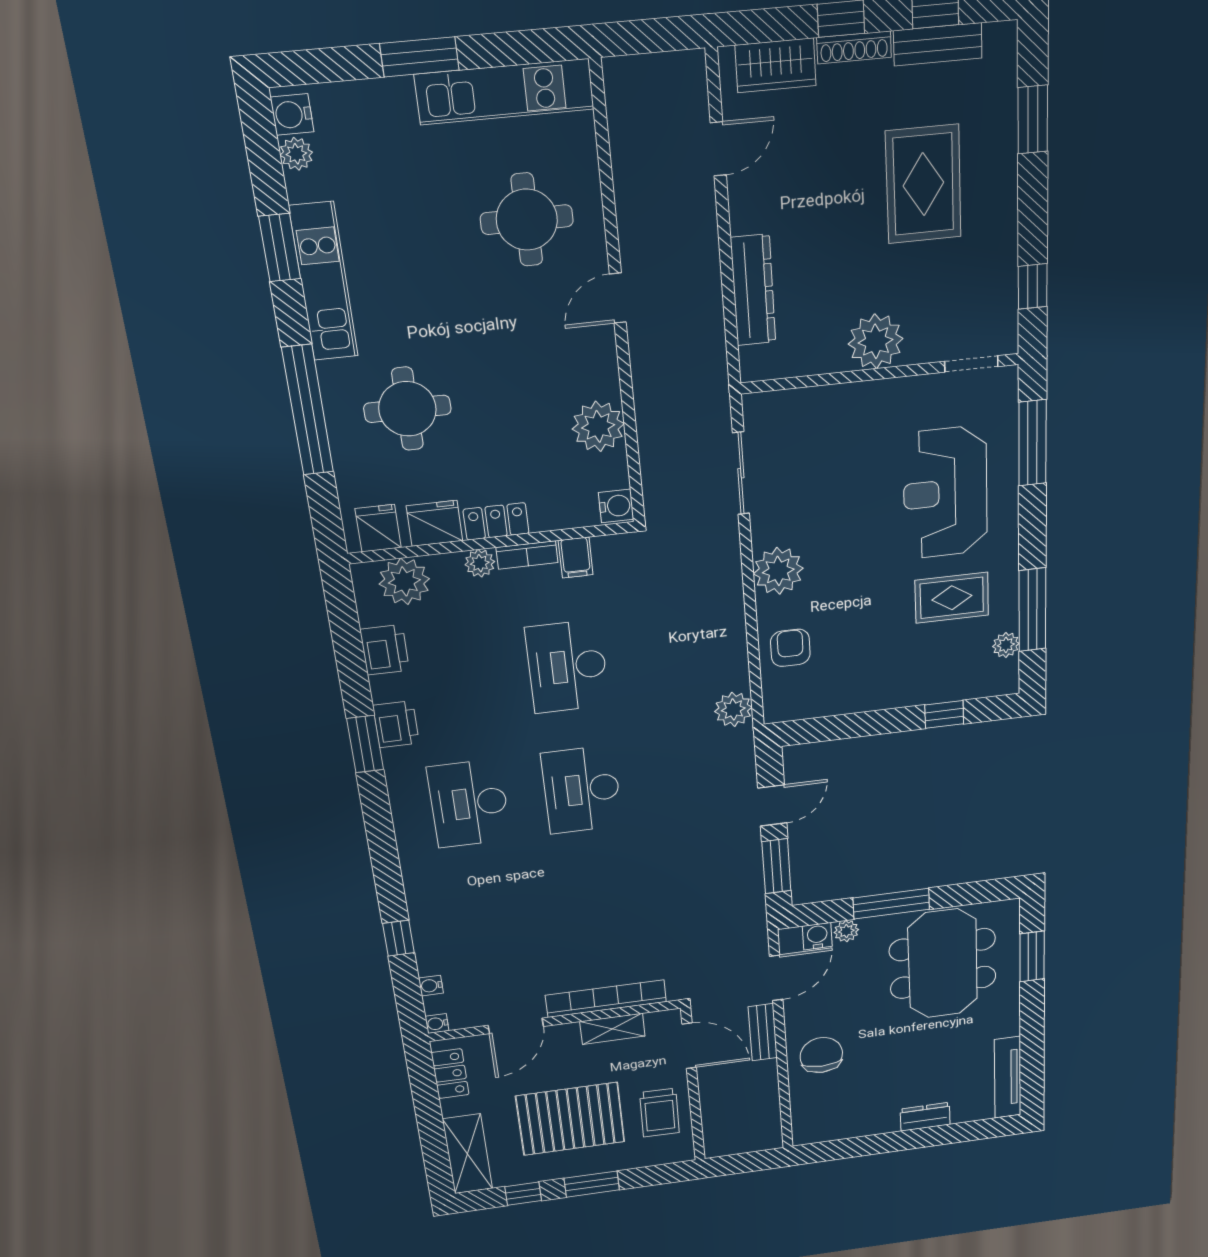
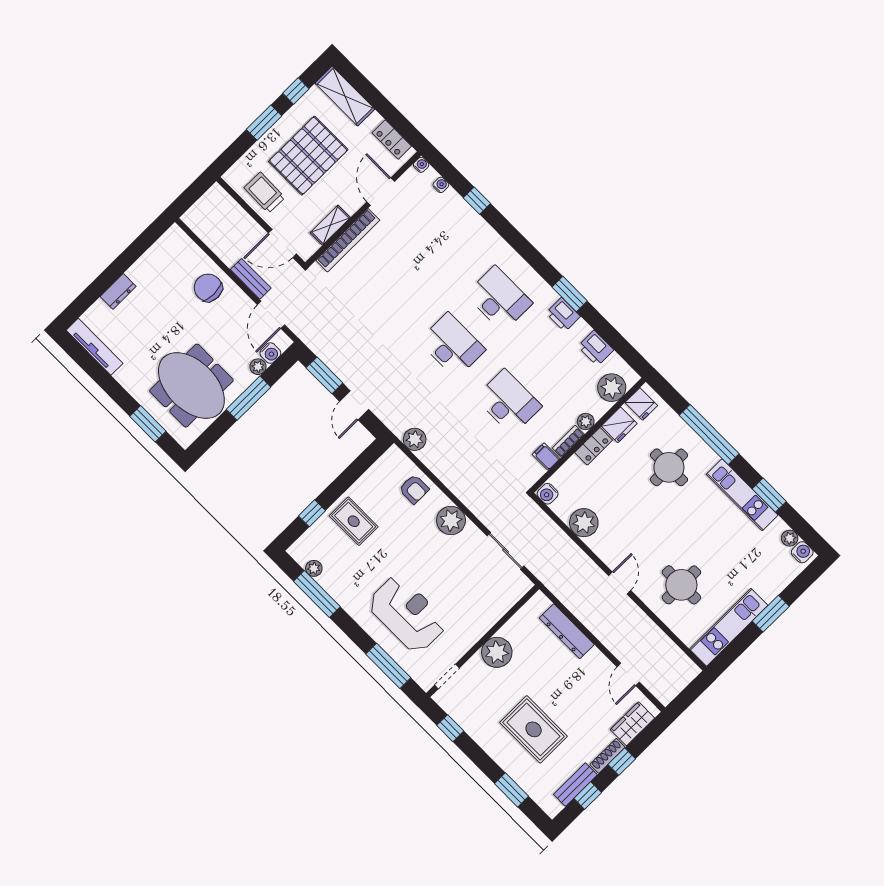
rug: (952, 598) -> (354, 521), moved, turned 90
chair: (821, 1055) -> (208, 288), turned 180

